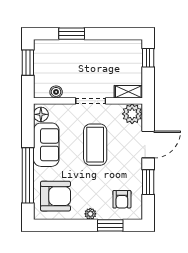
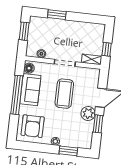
window: (148, 58) -> (107, 49), moved
plant: (132, 114) -> (88, 114), moved
window: (28, 175) -> (17, 95), moved
armchair: (55, 196) -> (33, 126), turned 90
armchair: (122, 199) -> (78, 134), removed

